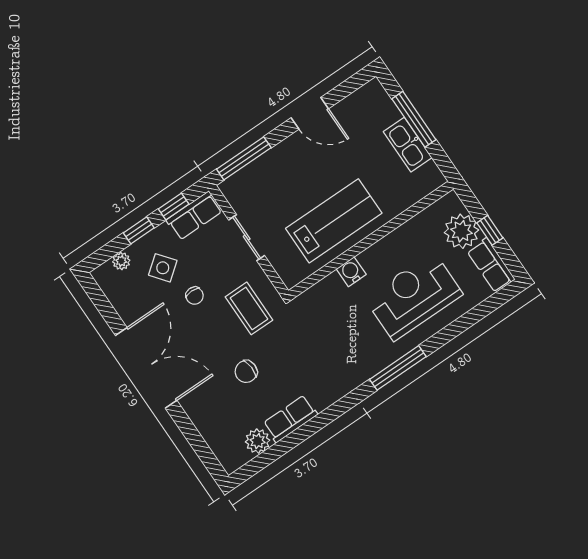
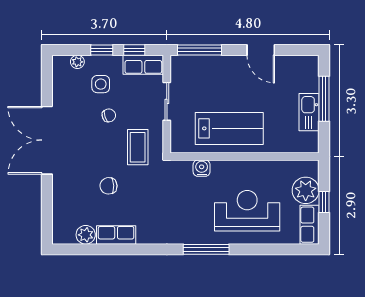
side table: (163, 268) -> (101, 84), turned 38
water cooler: (351, 272) -> (202, 168), moved
chair: (195, 296) -> (109, 115), turned -108
double door: (146, 368) -> (47, 140), swing flipped

